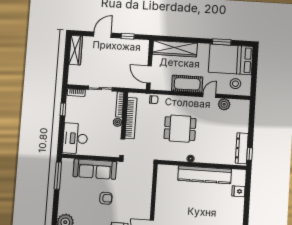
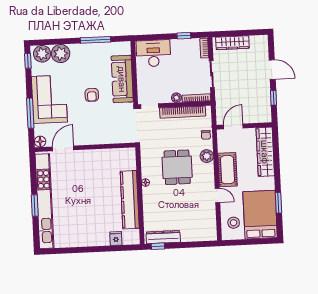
wardrobe: (76, 50) -> (232, 43), moved
plant: (224, 104) -> (207, 156), moved
window: (58, 176) -> (95, 40), moved

